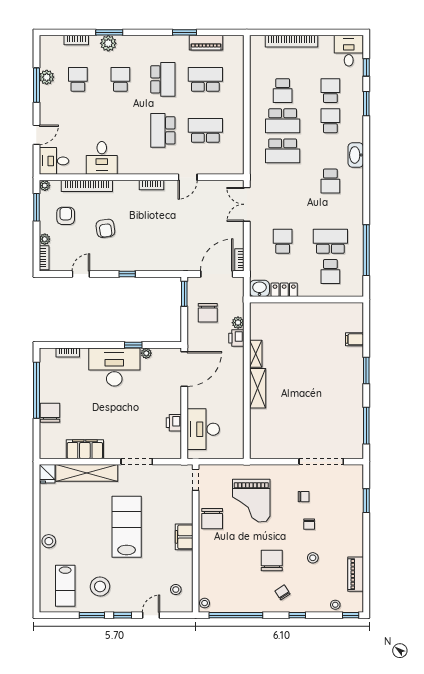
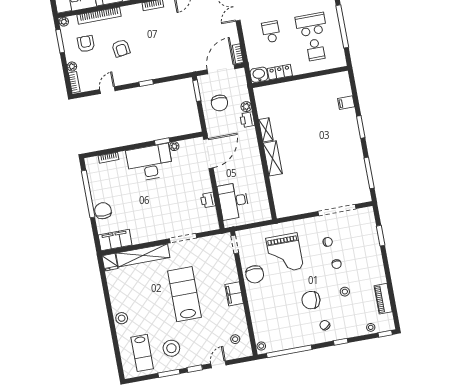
filing cabinet: (85, 449) -> (115, 240), moved
chair: (272, 560) -> (311, 300), turned -81

